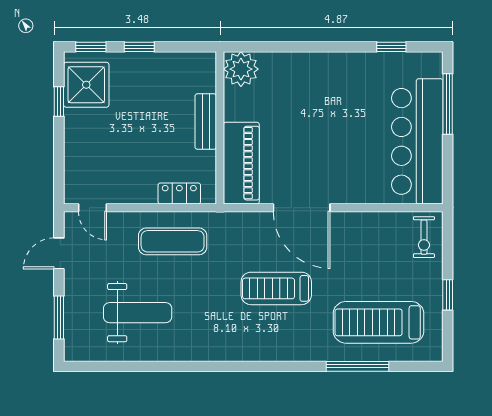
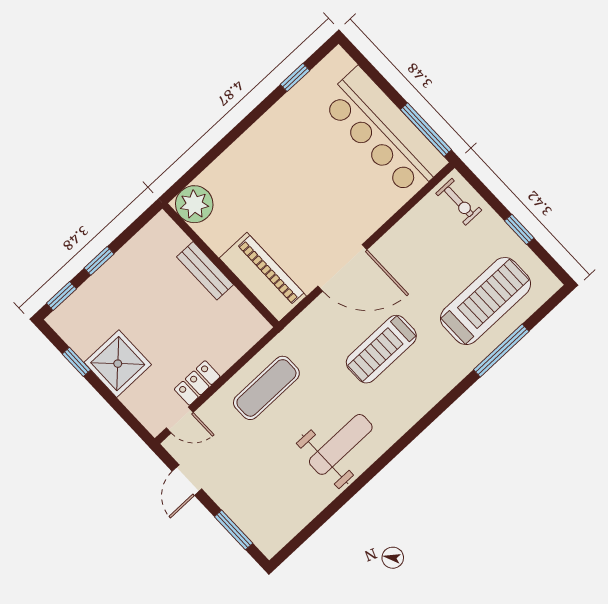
shower: (86, 85) -> (118, 364), moved
window: (448, 104) -> (426, 130), moved
locker: (179, 194) -> (197, 383), moved
weight bench: (138, 313) -> (341, 444), moved
treadmill: (379, 322) -> (486, 301), turned 180

